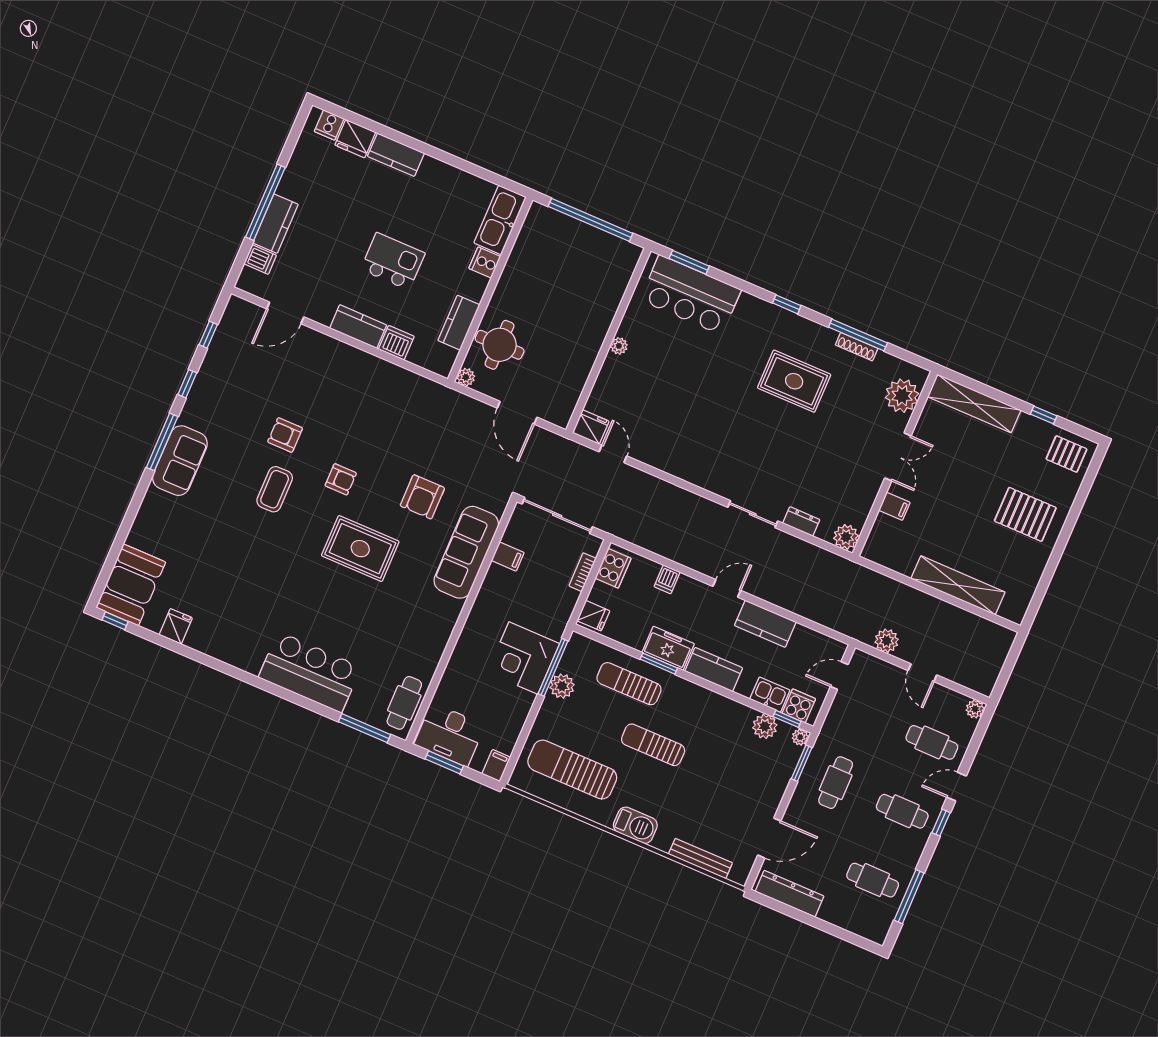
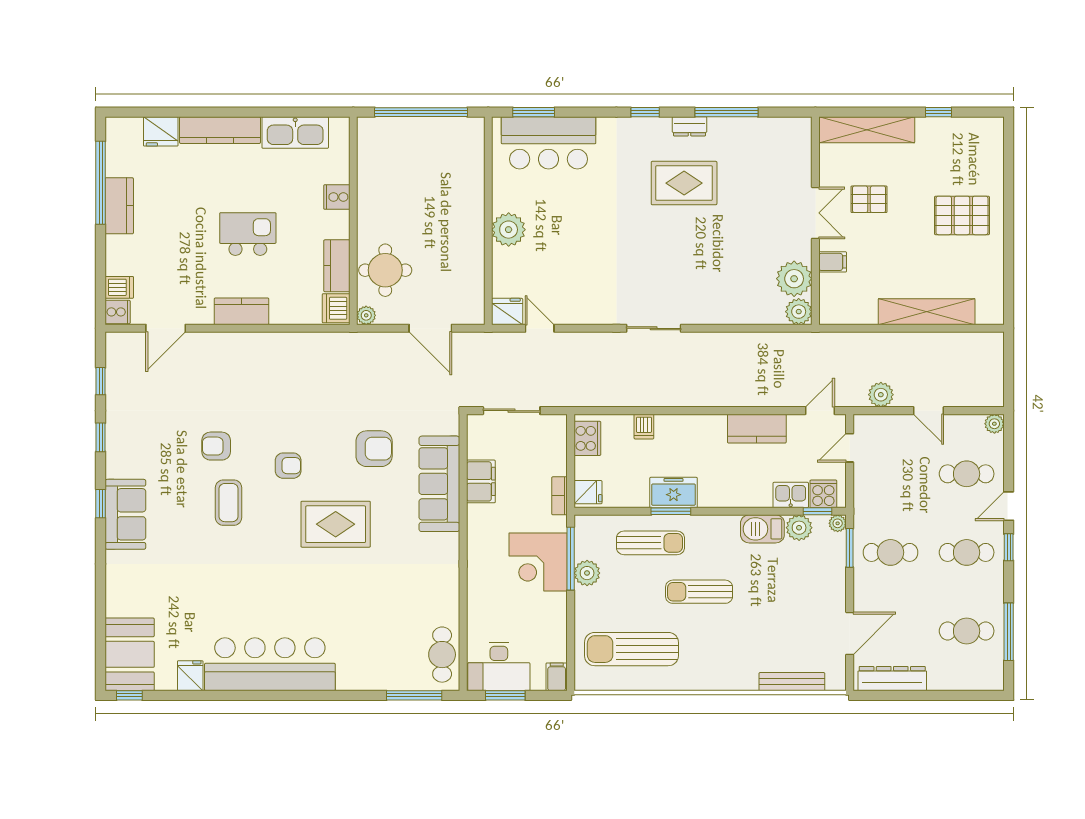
cooker: (329, 125) -> (118, 312), moved, turned -90
kitchen counter: (396, 155) -> (220, 130), width x1.50
window: (265, 202) -> (101, 183), moved
kitchen sink: (500, 220) -> (295, 133), moved, turned -90
kitchen counter: (275, 224) -> (119, 206), moved
dishwasher: (396, 343) -> (336, 308), moved, turned -90
plant: (619, 346) -> (509, 230), width x1.88, depth x1.88
shoe rack: (857, 347) -> (730, 124), removed
plant: (902, 396) -> (794, 279), moved
window: (162, 442) -> (101, 504), width x0.46
pallet: (1066, 454) -> (869, 199), moved
armchair: (422, 497) -> (374, 449), turned -90
sliding door: (753, 514) -> (654, 328), moved
sliding door: (557, 515) -> (512, 411), width x0.73
dresser: (801, 521) -> (690, 126), moved, turned 180
filing cabinet: (508, 556) -> (481, 481), width x2.00
bookcase: (583, 572) -> (560, 496), moved
door: (727, 588) -> (820, 411), moved
kitchen counter: (714, 670) -> (726, 494), removed
bar counter: (310, 672) -> (270, 664), moved, width x1.36
sun lounger: (629, 684) -> (650, 543), turned 180
cafe table: (836, 783) -> (891, 552), turned 90
barbecue: (635, 825) -> (762, 529), moved, turned 180

